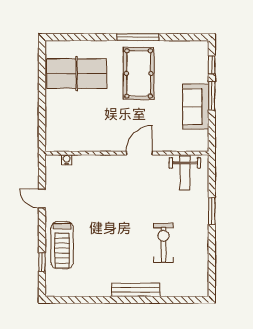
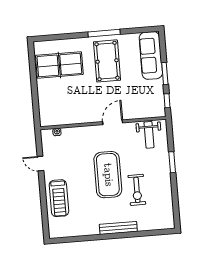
window: (212, 65) -> (167, 101), moved
sofa: (196, 107) -> (151, 56), moved, width x1.36
exercise mat: (128, 220) -> (108, 175), added
exercise bike: (163, 243) -> (137, 190), turned 180
window: (42, 262) -> (45, 212), removed

